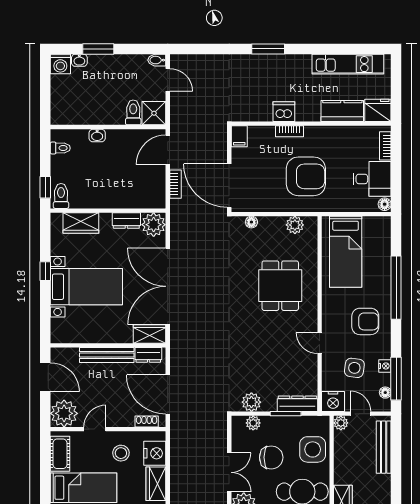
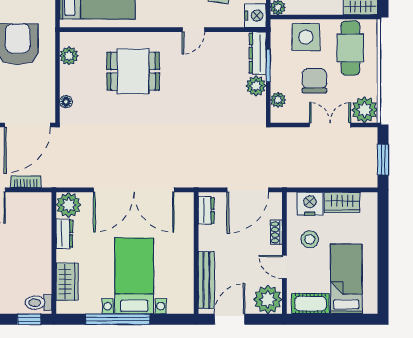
window: (45, 271) -> (118, 319), width x3.17
wardrobe: (150, 334) -> (184, 209), removed
bench: (107, 355) -> (206, 280), moved
plant: (251, 402) -> (256, 86), moved
shoe rack: (147, 421) -> (276, 232), moved

